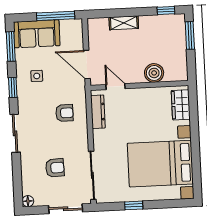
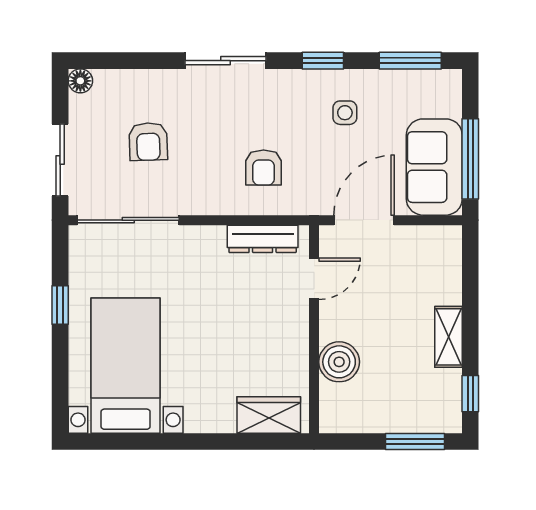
shelving: (124, 23) -> (448, 337), moved
sofa: (37, 34) -> (434, 167), moved
bed with nightstands: (160, 164) -> (126, 366), width x0.73

